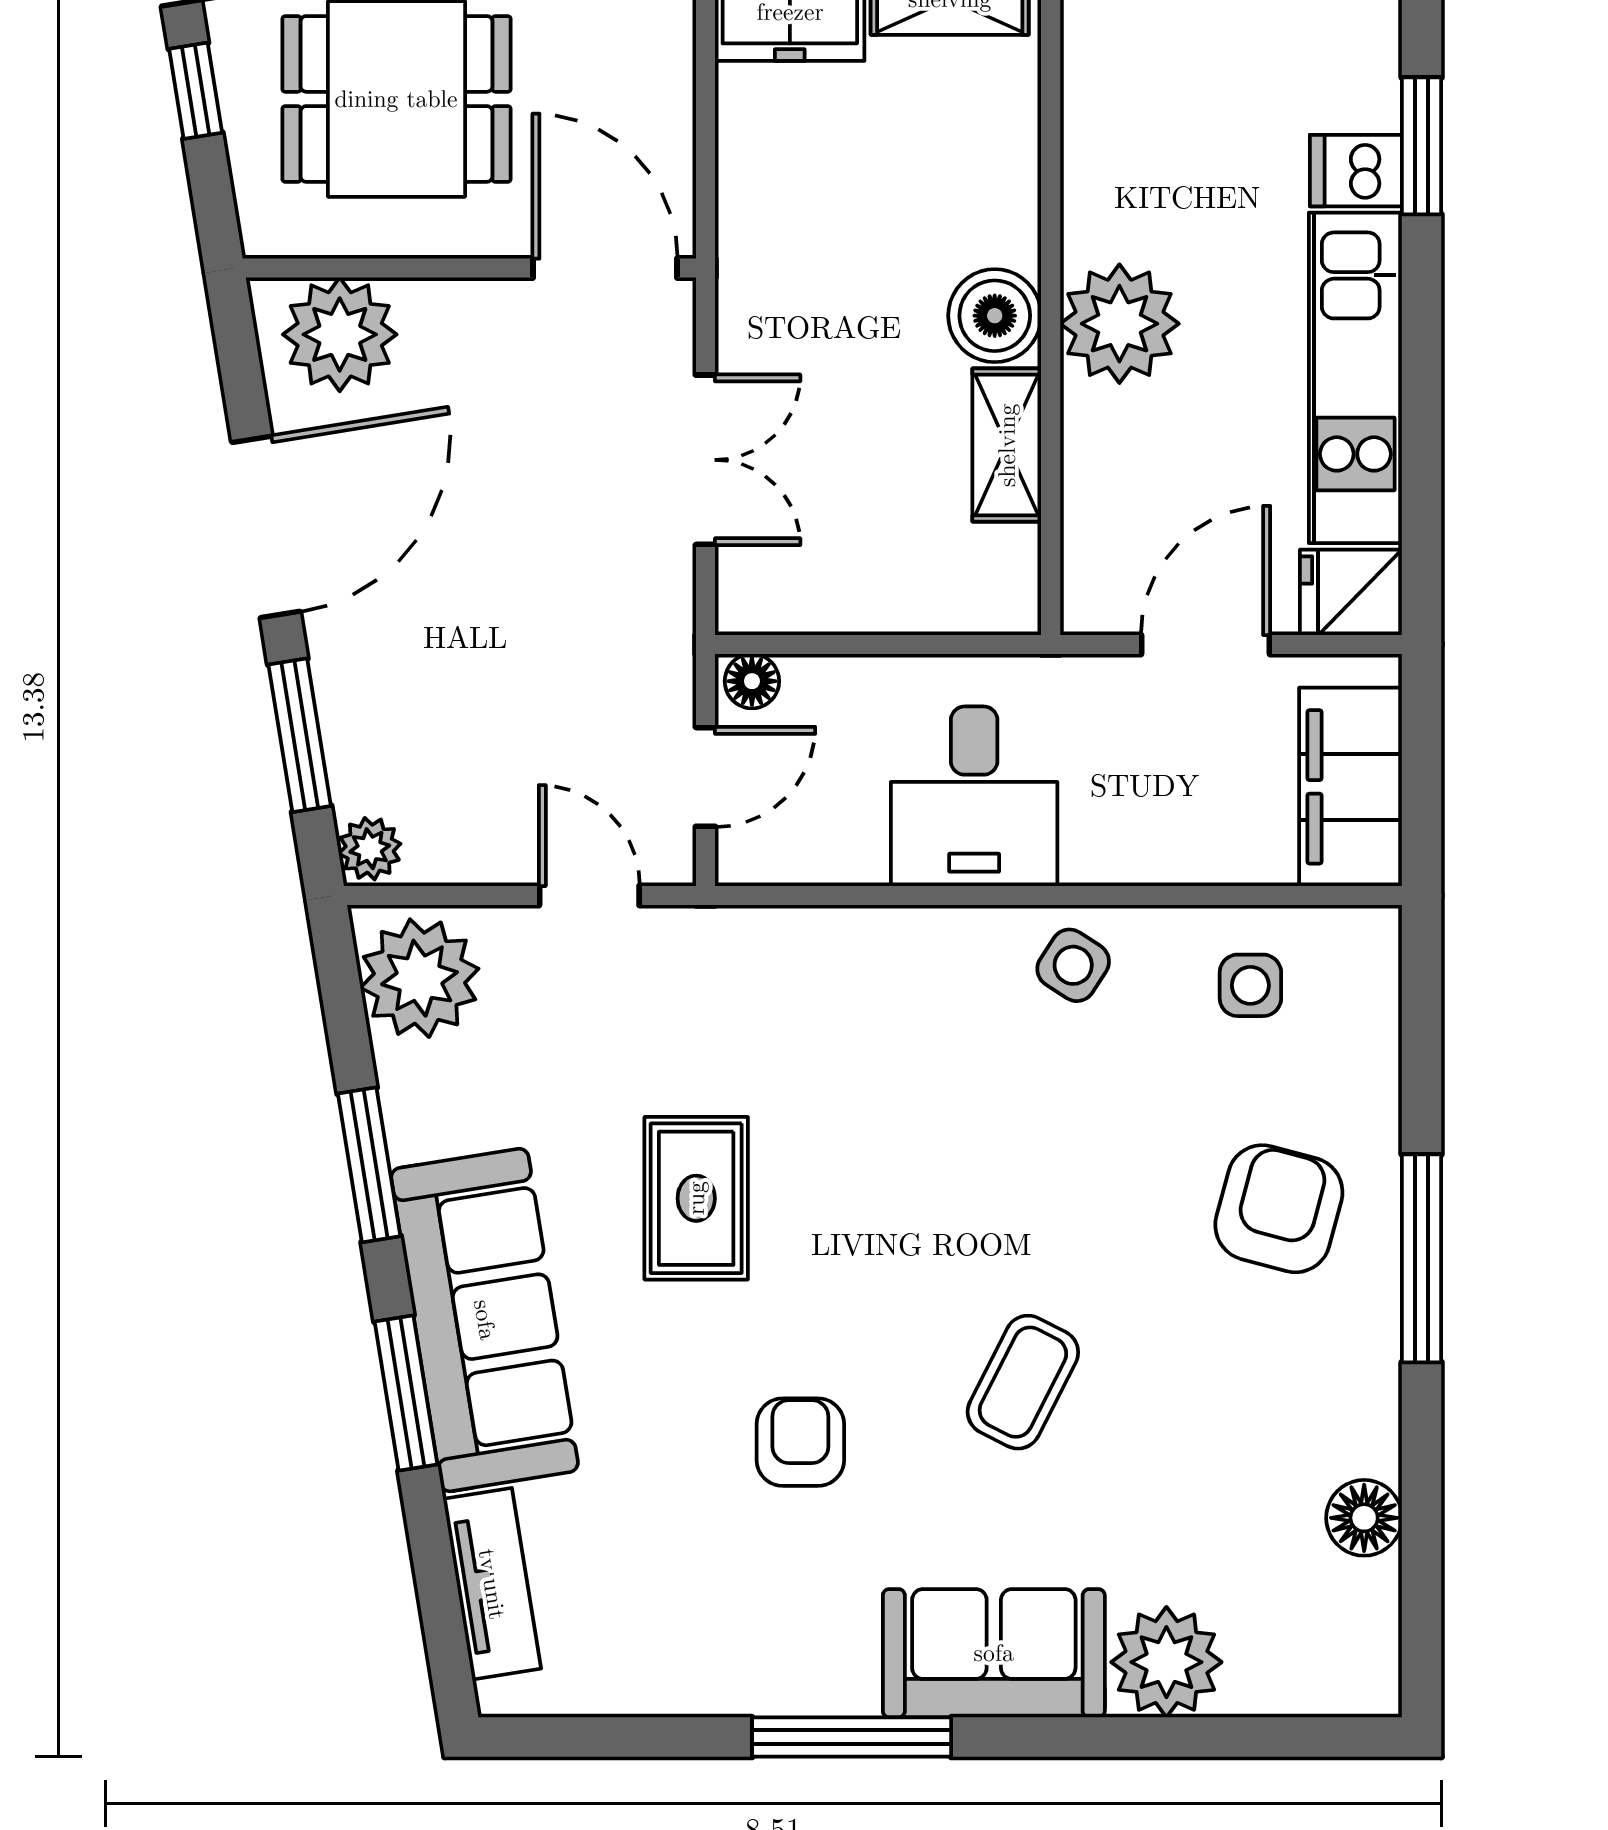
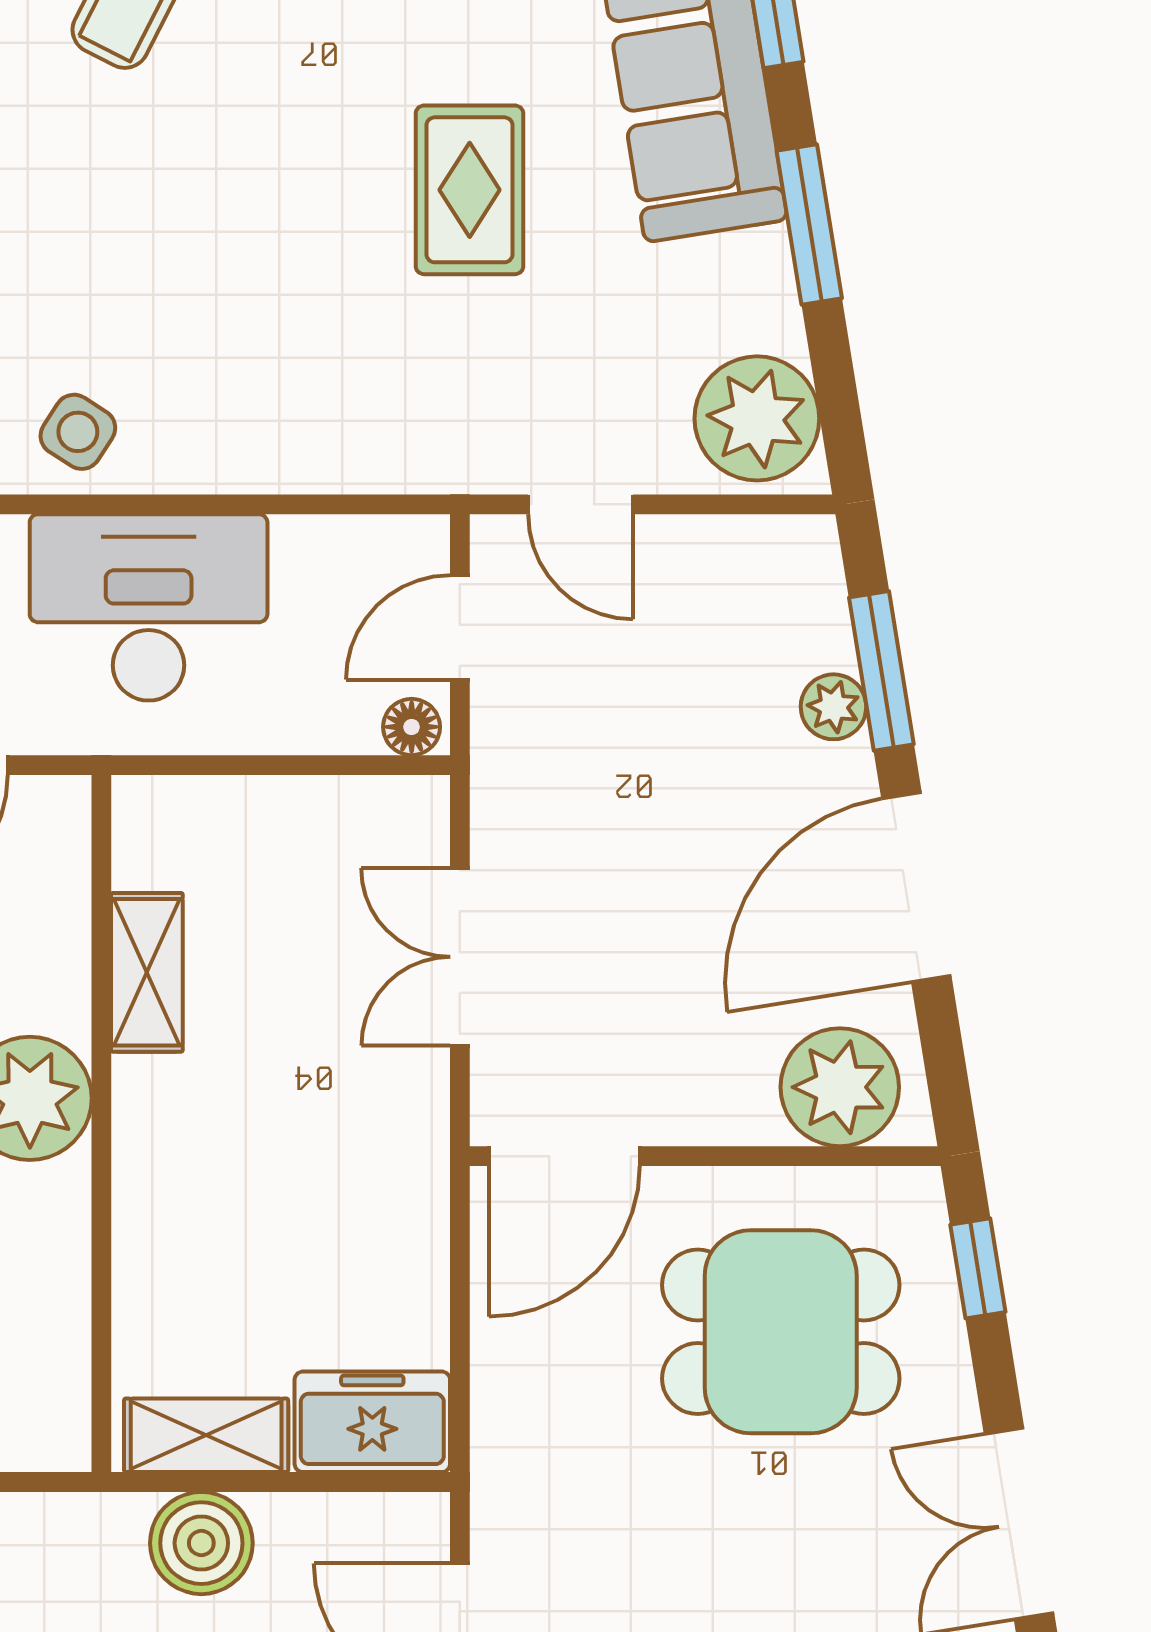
window: (196, 91) -> (978, 1268), moved
door: (605, 268) -> (564, 1156), hinge flipped
boiler: (995, 316) -> (159, 1107), removed
desk: (974, 796) -> (149, 607), width x1.37
plant: (370, 849) -> (833, 707), moved

